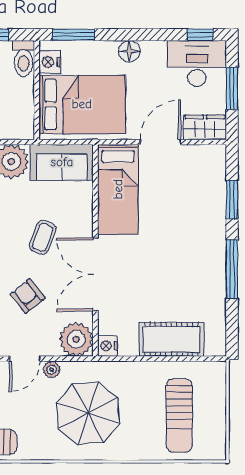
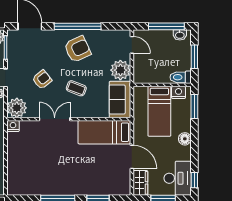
bed: (82, 104) -> (159, 111), width x0.67
double door: (95, 274) -> (55, 119), width x0.73
cot: (171, 339) -> (17, 163), removed

